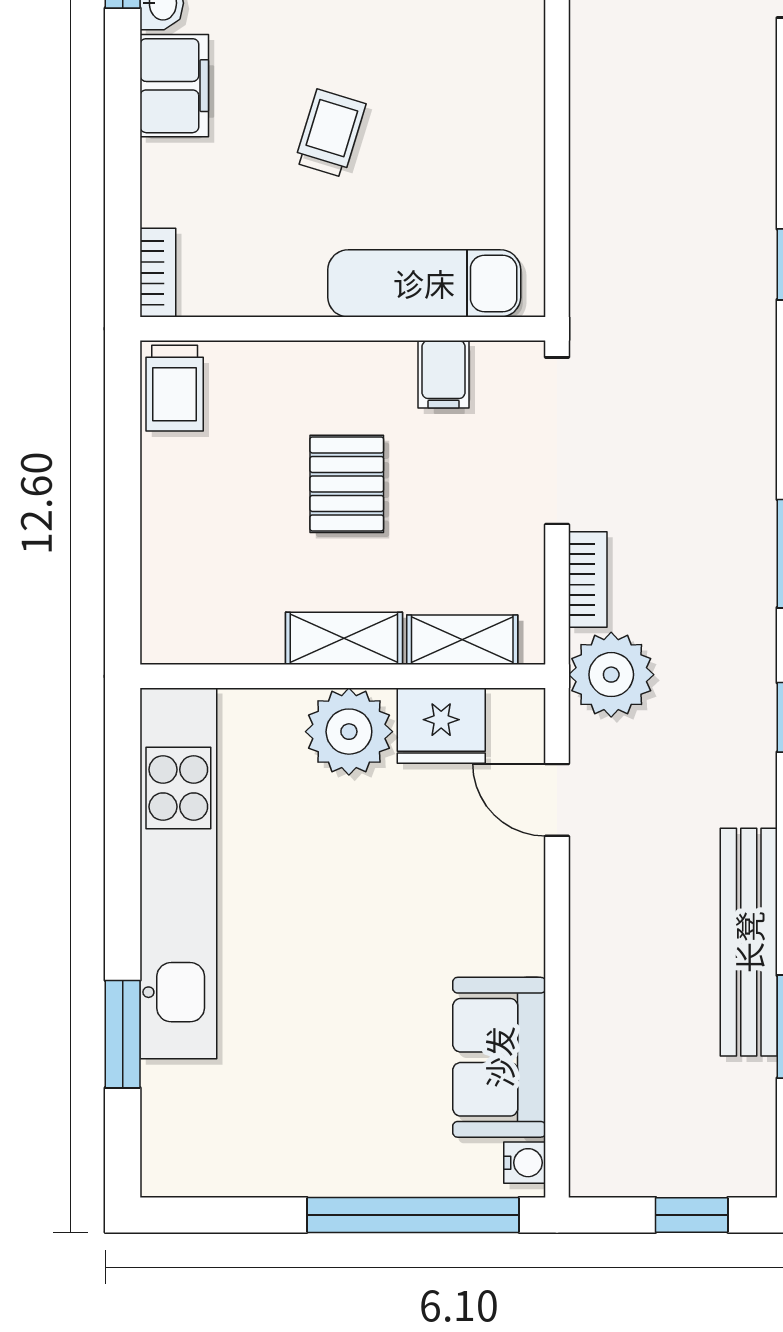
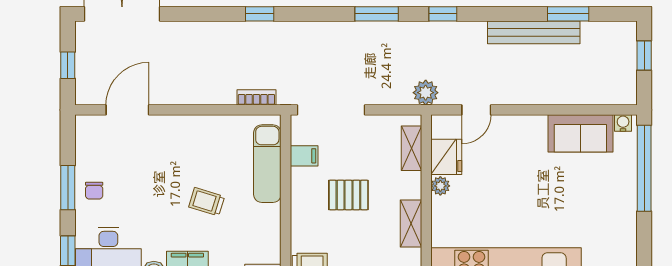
bookcase: (588, 580) -> (256, 97), moved
shelving: (344, 638) -> (411, 223), moved
plant: (611, 675) -> (426, 93), width x0.73, depth x0.73
plant: (349, 732) -> (440, 186), width x0.53, depth x0.53

